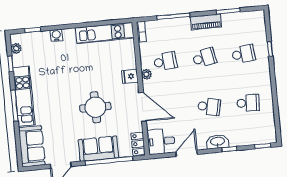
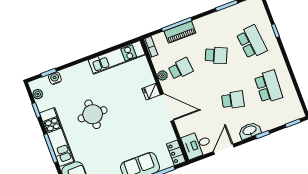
piano: (206, 22) -> (180, 32), moved
water cooler: (56, 35) -> (55, 78), moved
school desk: (243, 54) -> (252, 42), width x1.85
school desk: (204, 58) -> (216, 55), turned 36
plant: (146, 74) -> (162, 75), moved
school desk: (248, 103) -> (268, 87), width x1.85
round table: (95, 107) -> (93, 114), moved
door: (143, 107) -> (167, 108), moved

